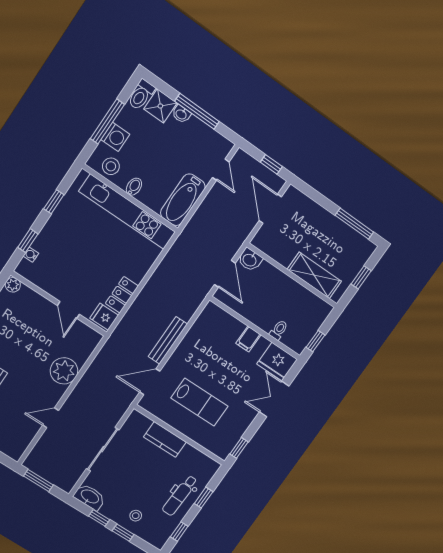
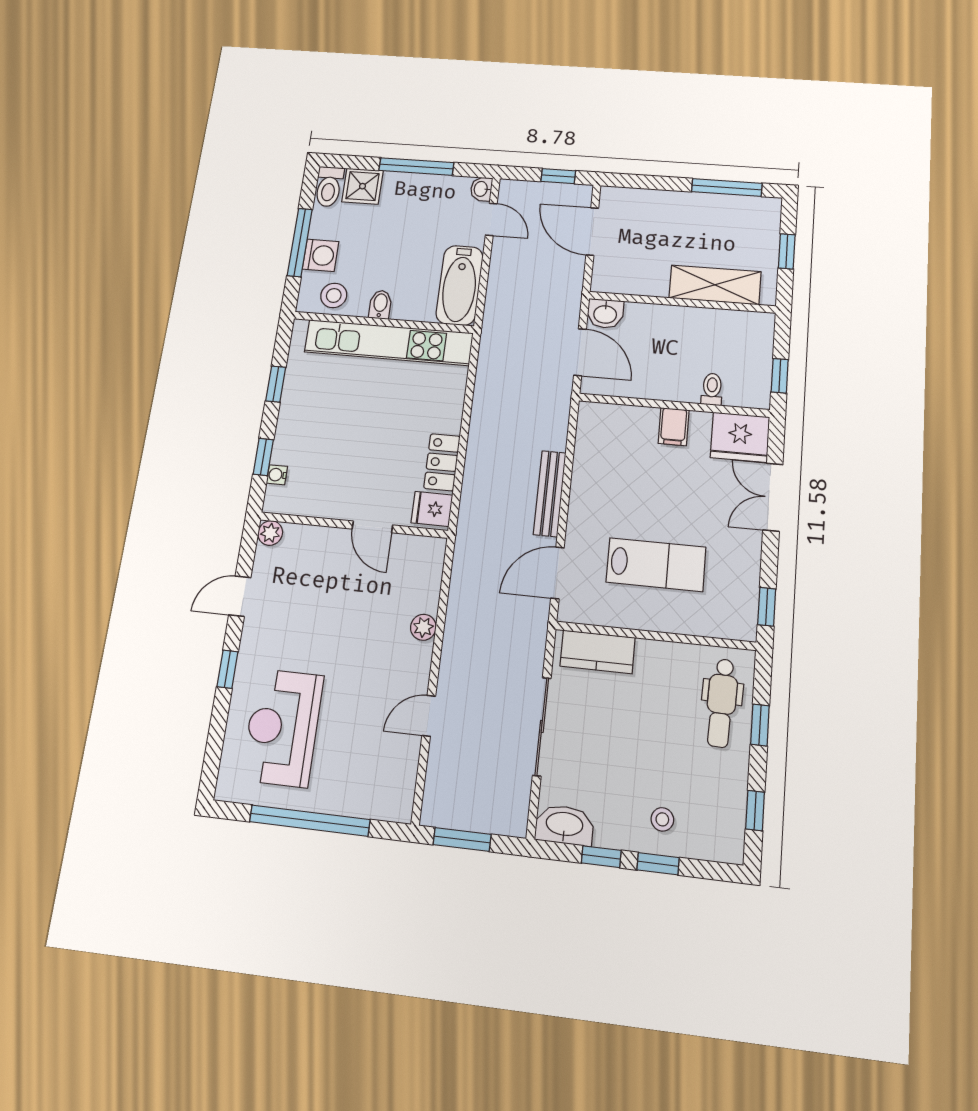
washbasin: (181, 114) -> (481, 189), moved, turned 90
plant: (64, 371) -> (423, 627), width x0.53, depth x0.53
kitchen counter: (165, 439) -> (598, 652), moved
dental chair: (180, 495) -> (722, 703), moved

